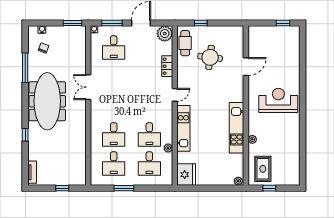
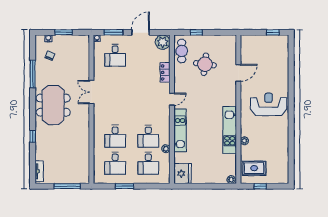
window: (72, 23) -> (64, 32), moved
meeting table: (47, 101) -> (53, 105), width x0.73
rug: (263, 169) -> (254, 168), turned 90
window: (62, 188) -> (67, 186), width x2.17

